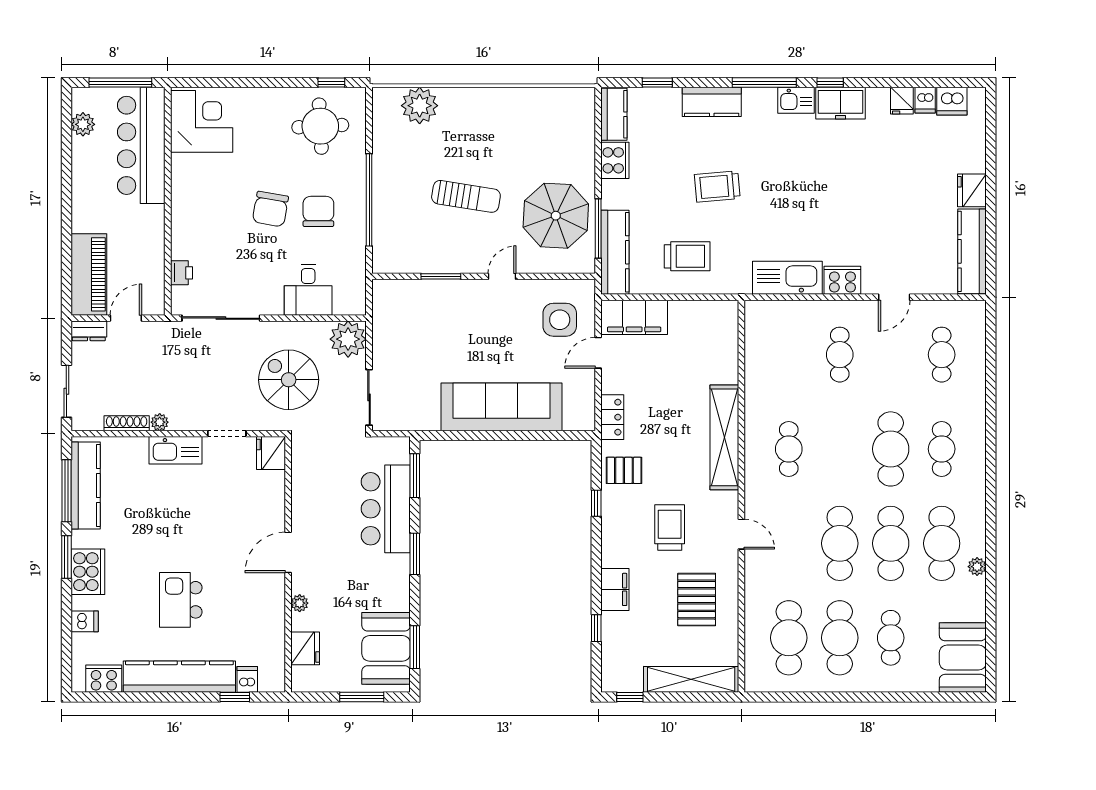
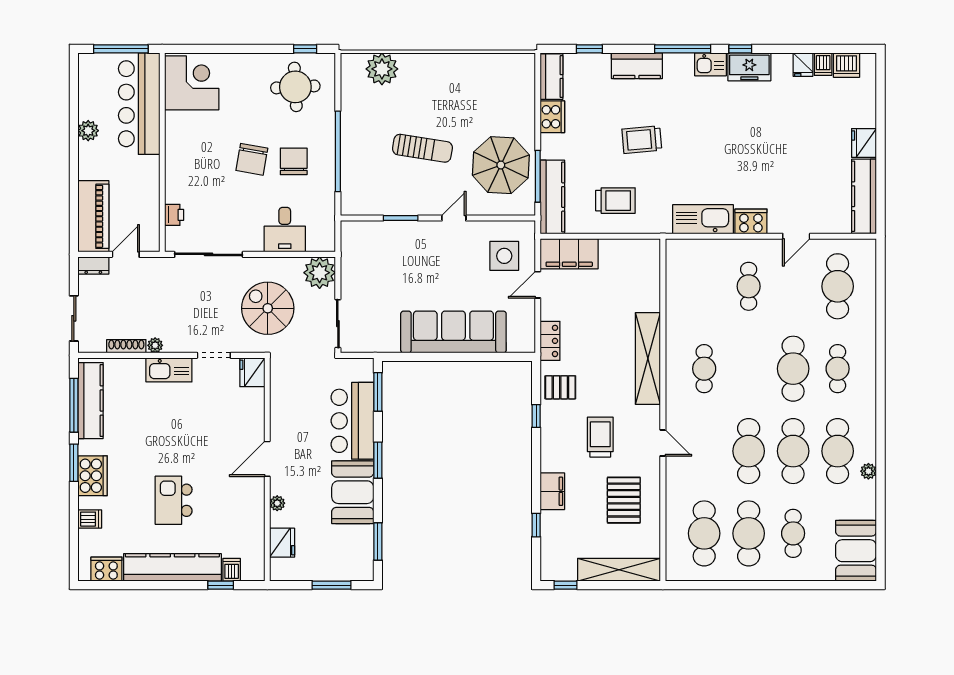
plant: (83, 124) -> (88, 131), moved
cafe table: (942, 355) -> (838, 286), width x1.37, depth x1.35
booth: (386, 648) -> (353, 492), moved

